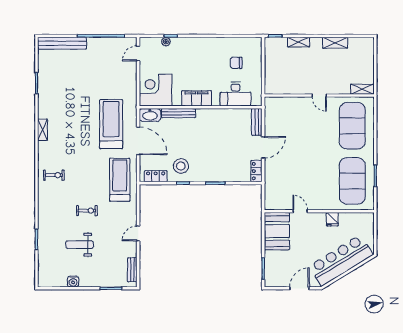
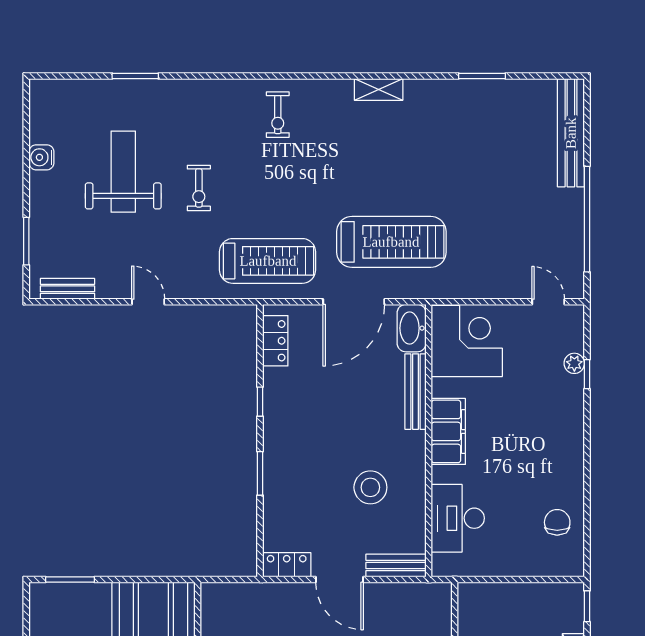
chair: (236, 63) -> (557, 522), moved
stool: (181, 166) -> (370, 487), moved
weight bench: (79, 245) -> (123, 172), width x1.36, depth x1.33

